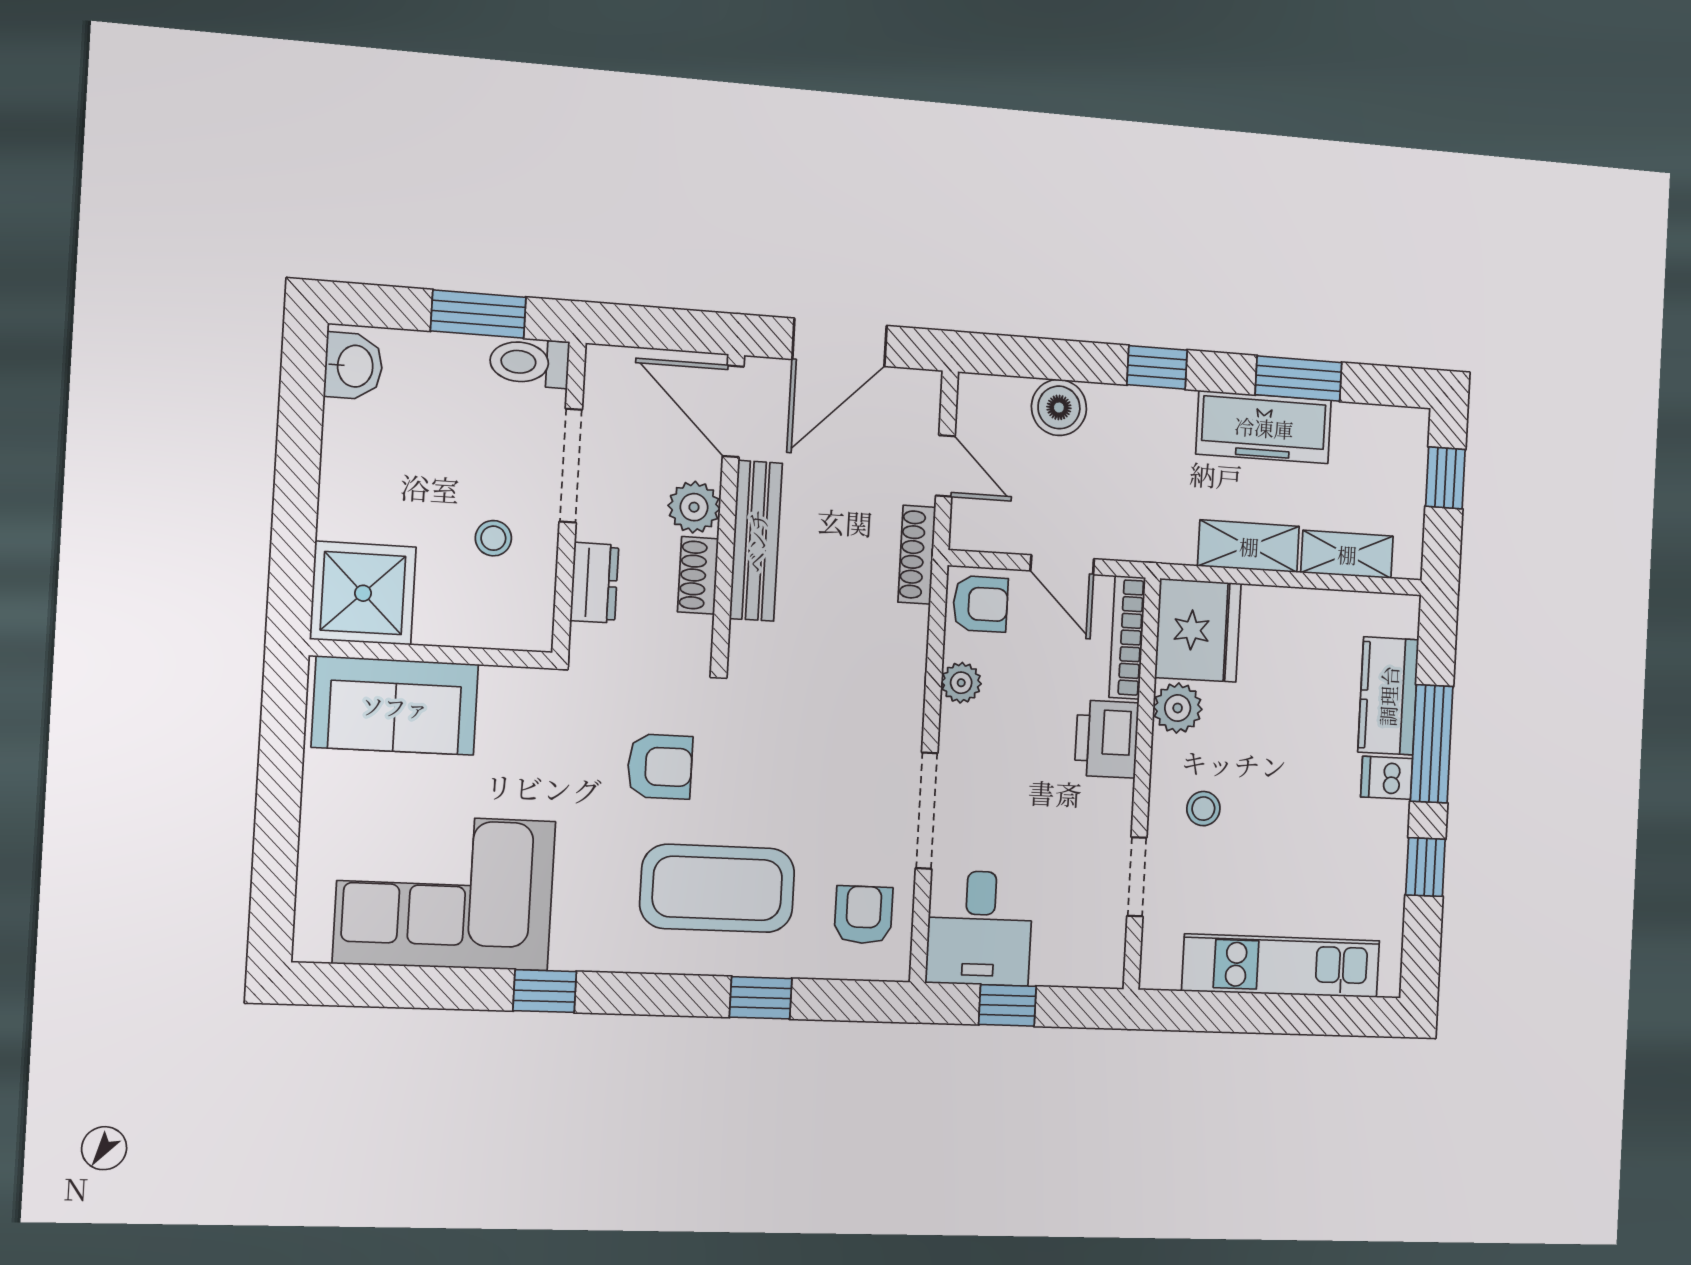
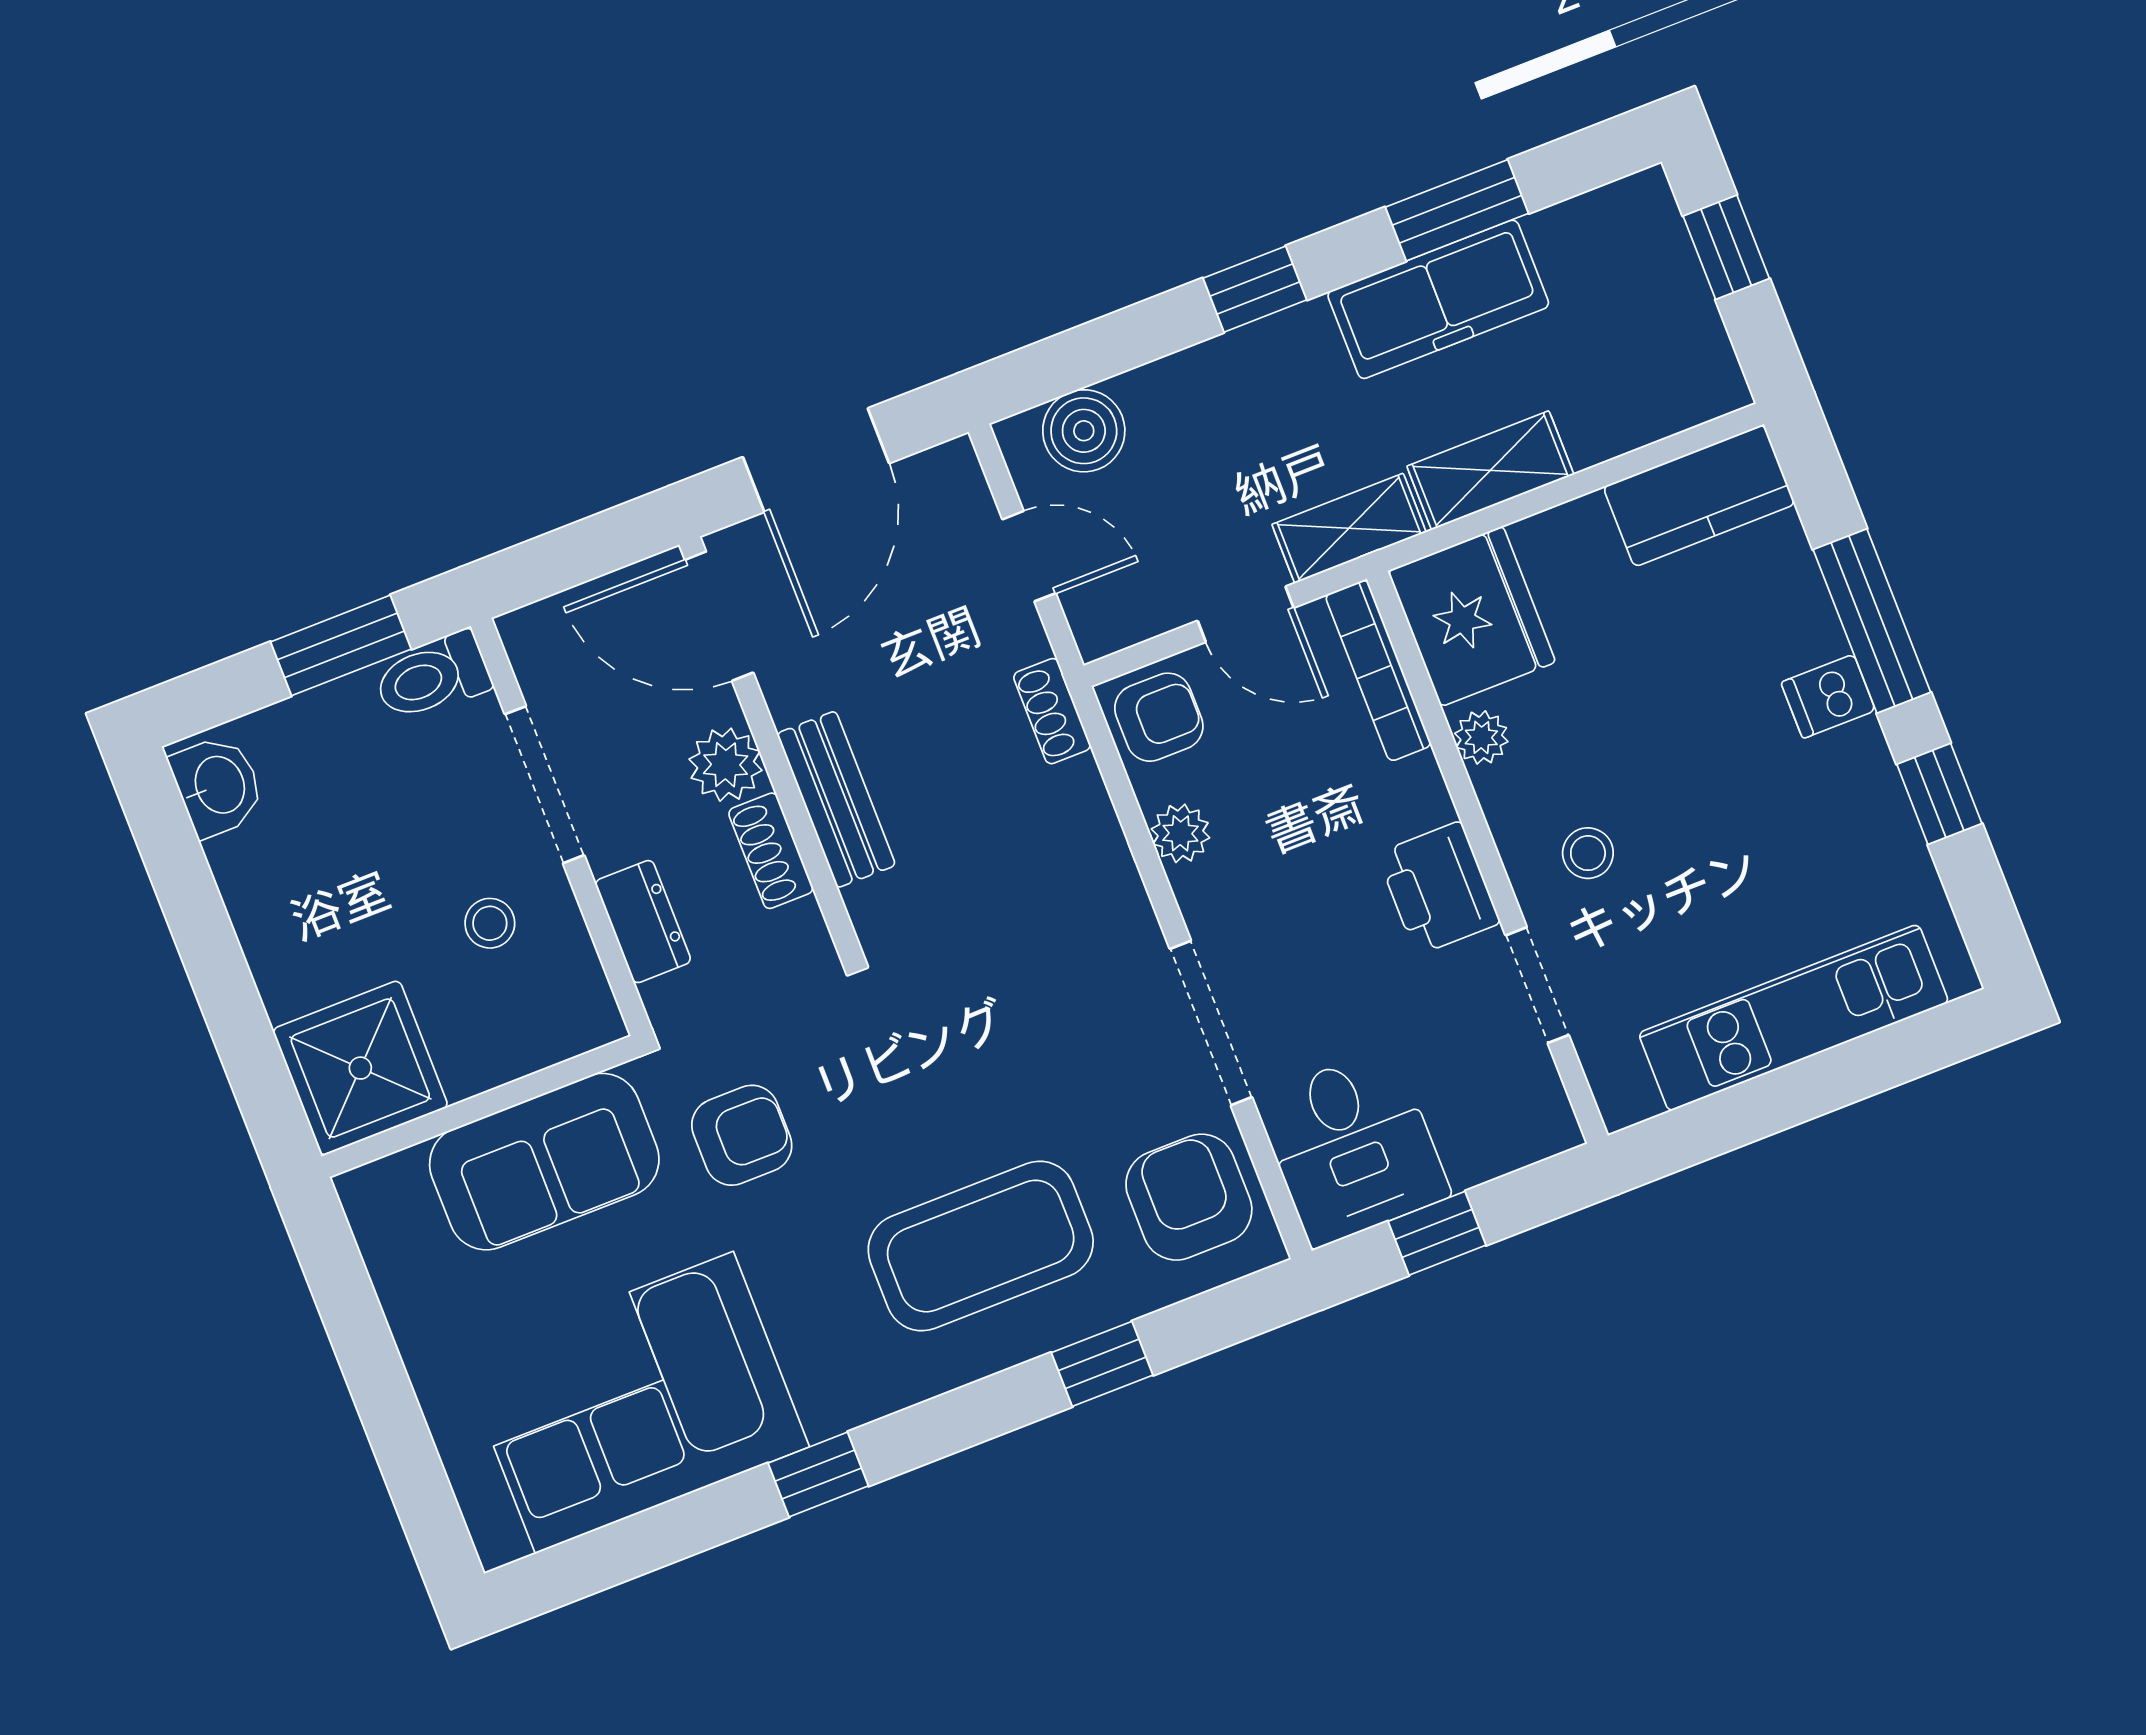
boiler: (1059, 407) -> (1084, 431), moved
bench: (756, 541) -> (836, 799), width x0.73
shelving: (1347, 554) -> (1349, 528), moved
shoe rack: (917, 555) -> (1052, 711), width x0.70
kitchen counter: (1388, 696) -> (1699, 496), moved, turned -90
sofa: (395, 706) -> (544, 1162), moved
plant: (1178, 708) -> (1481, 737), width x0.73, depth x0.73
printer: (1107, 739) -> (1439, 888), moved
armchair: (660, 767) -> (742, 1135), moved
armchair: (864, 915) -> (1189, 1197), width x1.38, depth x1.38

